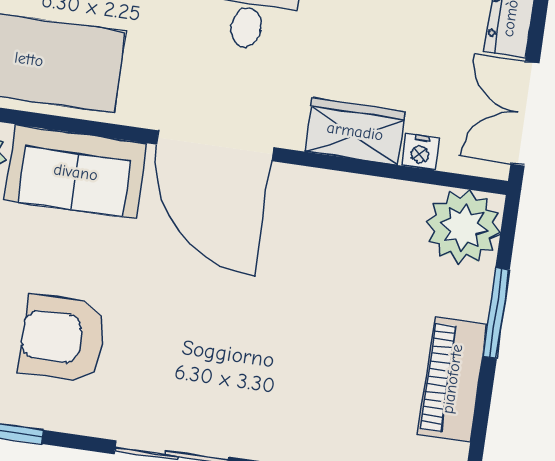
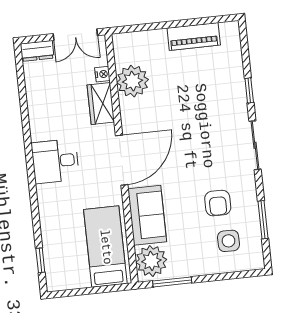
plant: (463, 227) -> (133, 81), moved
window: (496, 313) -> (161, 25), removed
armchair: (63, 338) -> (218, 203), width x0.72, depth x0.72

